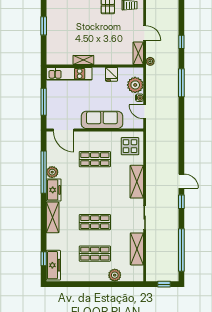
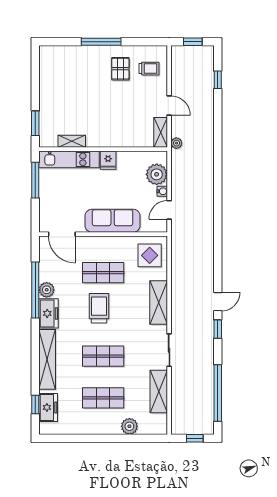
window: (44, 26) -> (35, 123), moved
window: (181, 42) -> (218, 80), moved
shelving: (83, 60) -> (72, 141), moved
fridge: (112, 74) -> (108, 160), moved
window: (181, 83) -> (218, 171), removed
window: (44, 102) -> (35, 180), moved
door: (145, 112) -> (169, 210), hinge flipped
door: (181, 181) -> (218, 302), hinge flipped
trolley: (92, 186) -> (99, 308), added
shelving: (53, 217) -> (47, 359), width x1.47
freezer: (53, 265) -> (48, 407), width x0.71

